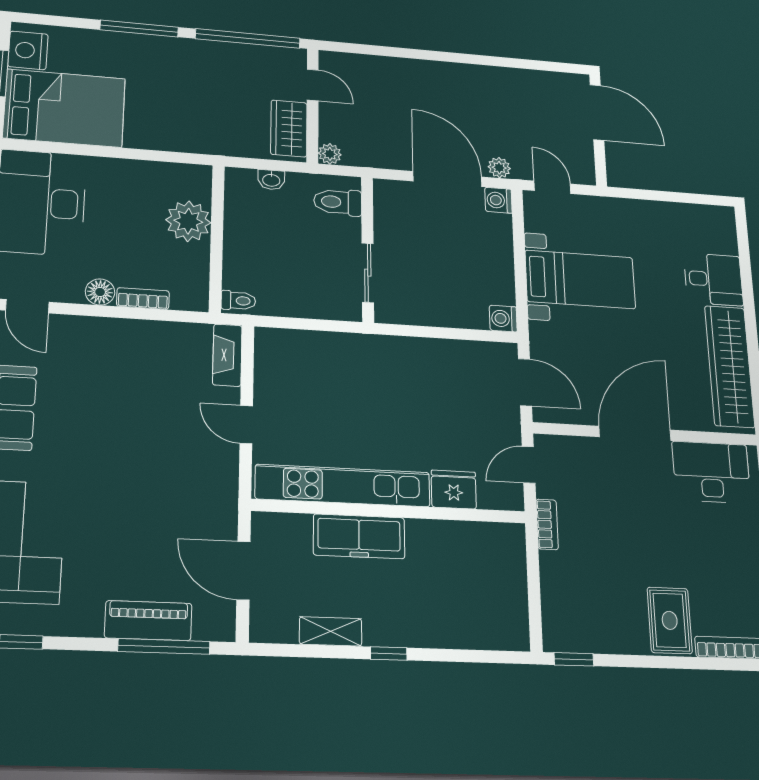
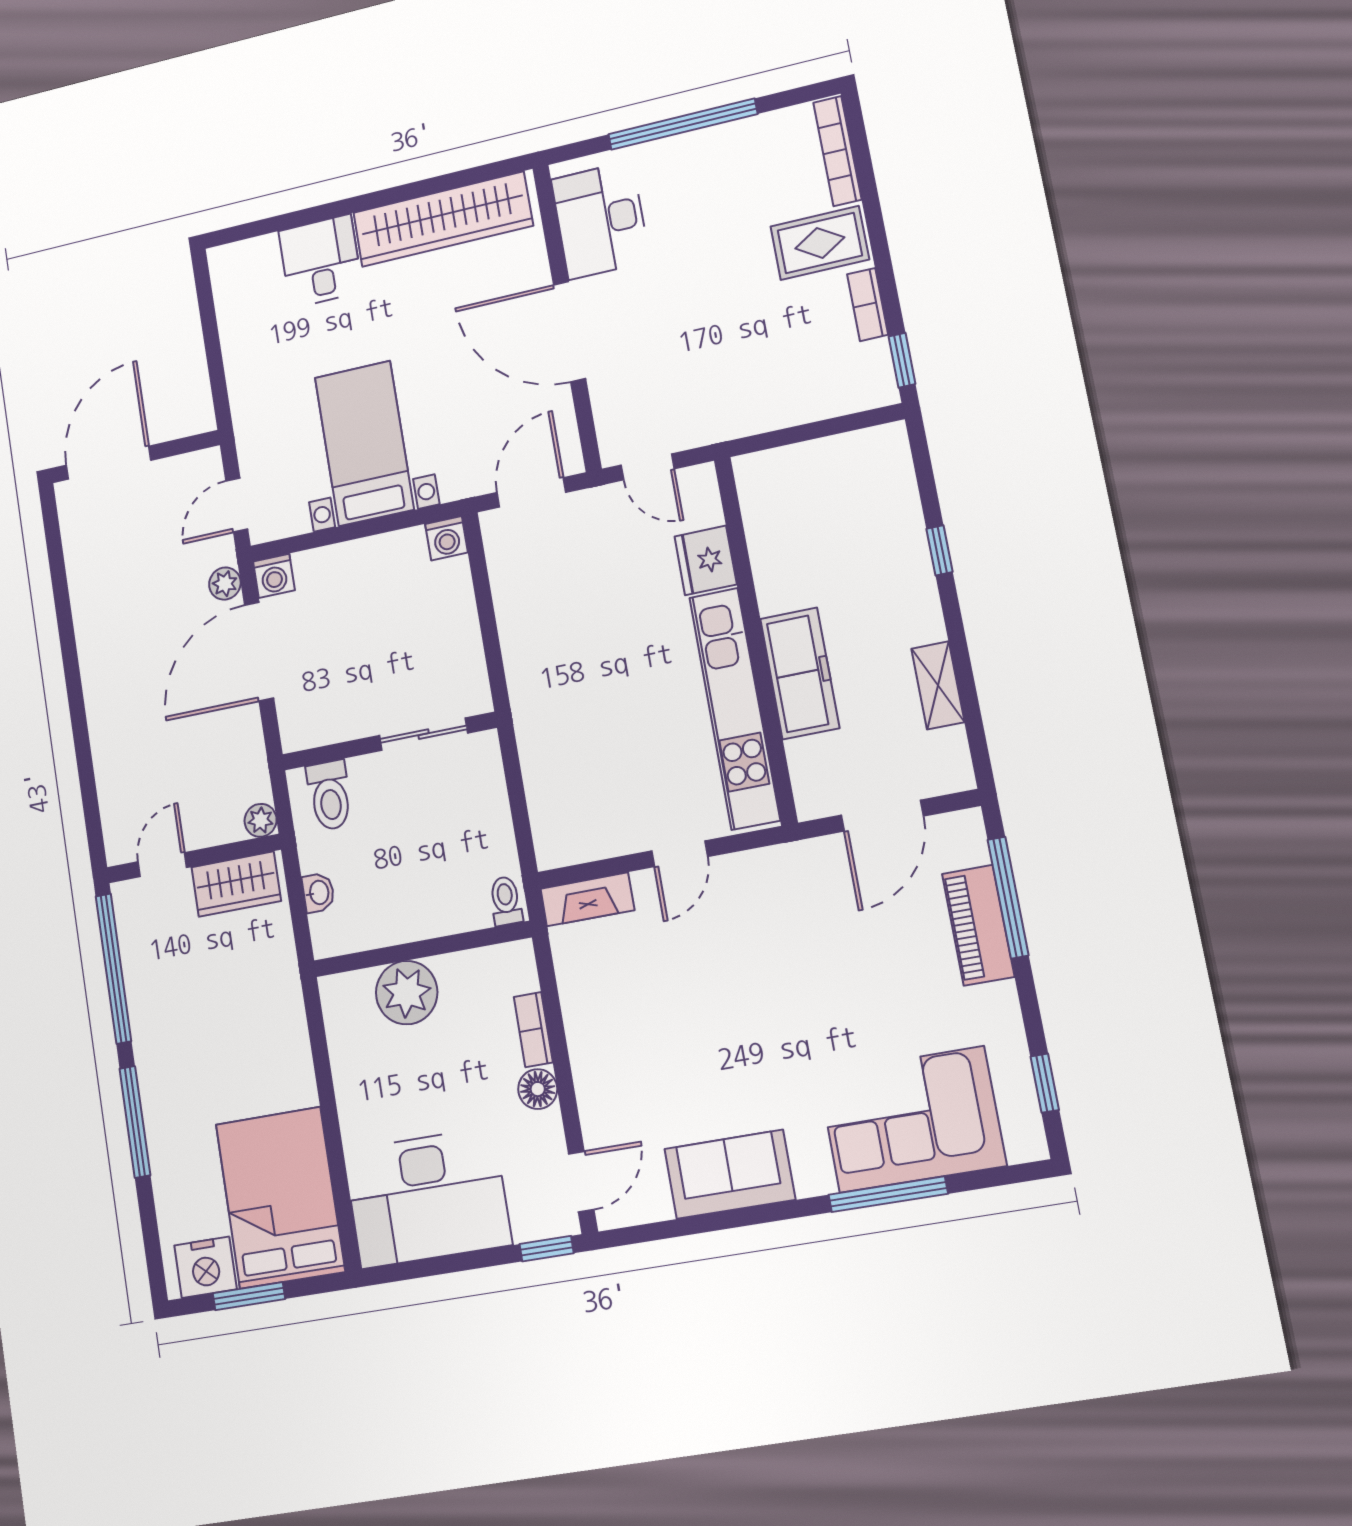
bookcase: (547, 524) -> (868, 304), moved, turned -90
window: (389, 654) -> (940, 550), moved

